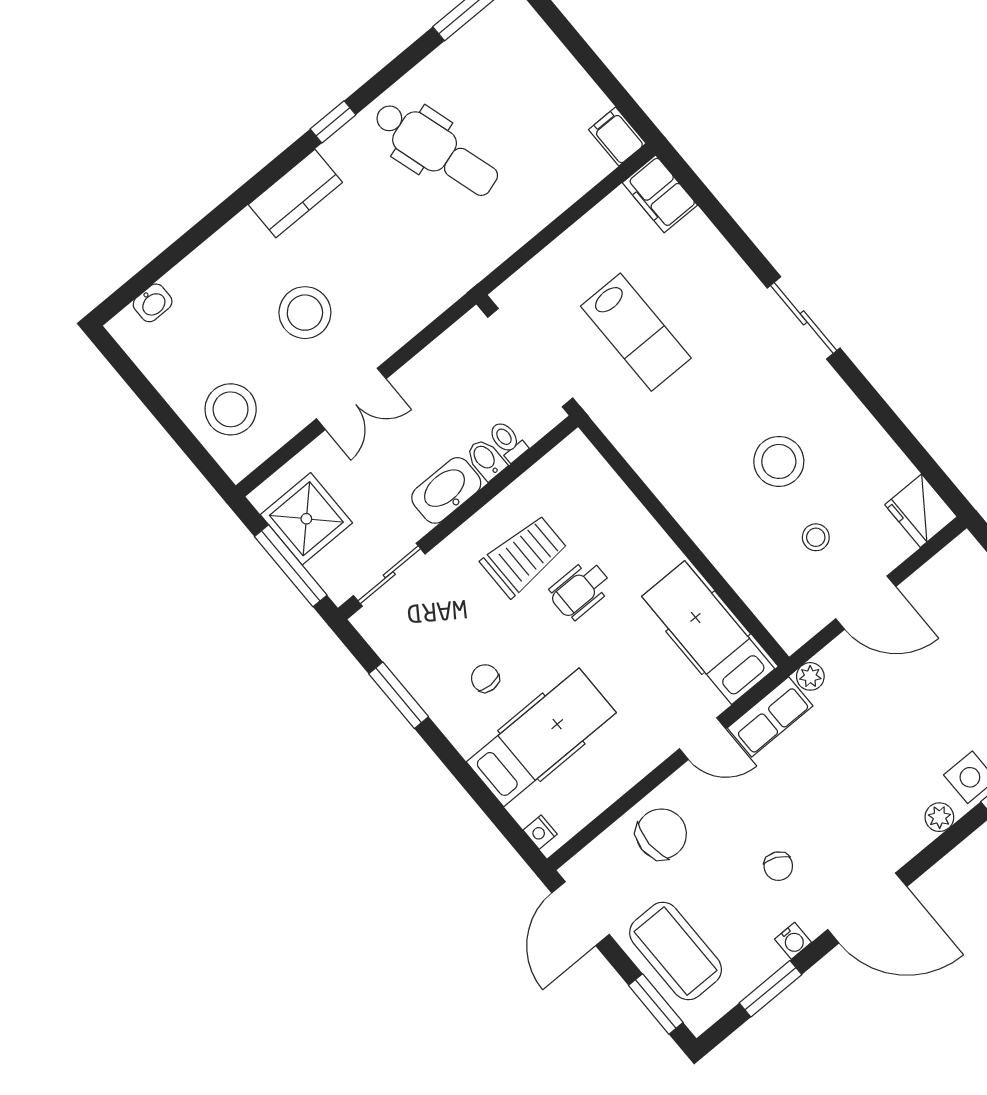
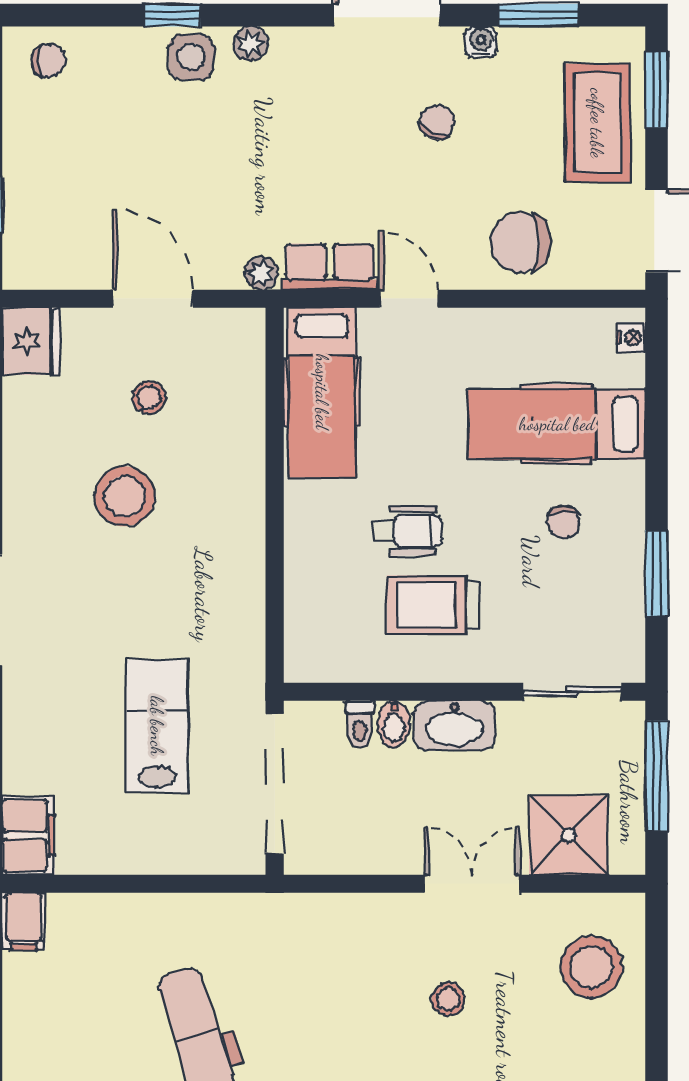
stool: (305, 313) -> (448, 999), width x0.53, depth x0.53
shower: (306, 519) -> (569, 835), moved

